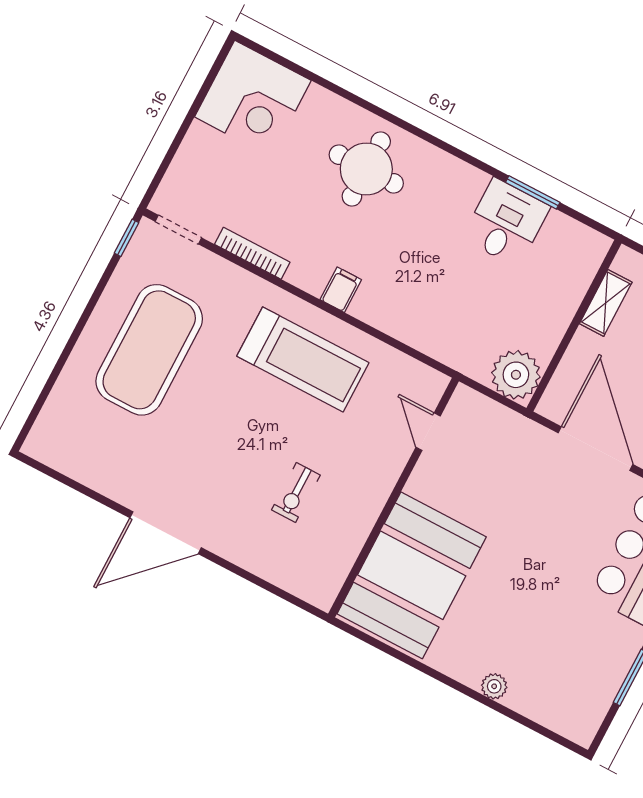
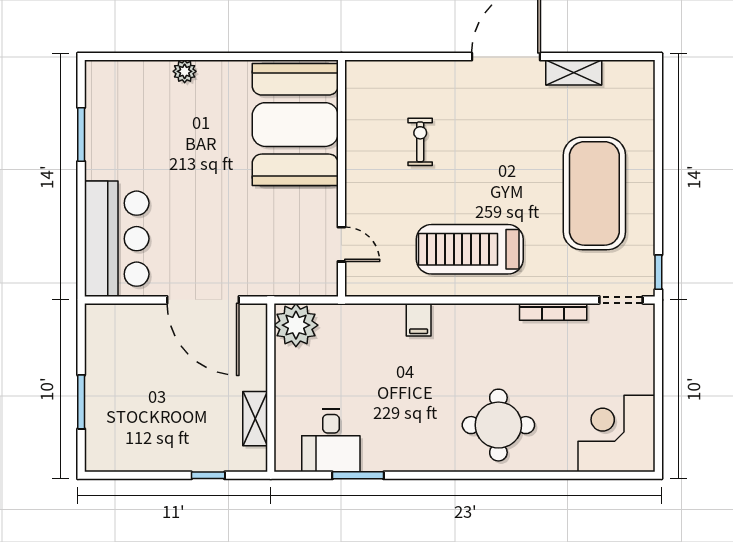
desk: (506, 223) -> (331, 441), moved
filing cabinet: (341, 290) -> (419, 320), moved
shelving: (106, 481) -> (574, 72), added

